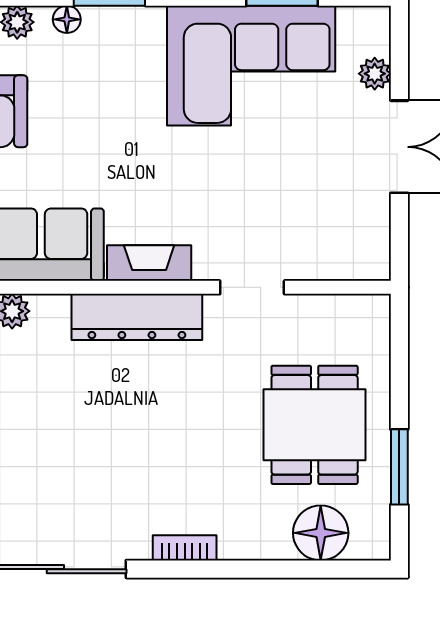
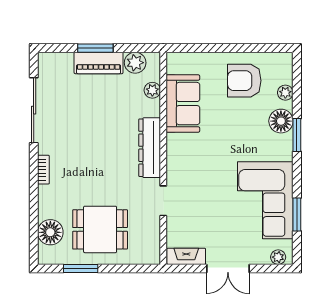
floor lamp: (67, 19) -> (281, 121), width x1.89, depth x1.89
plant: (375, 74) -> (278, 257), moved
fireplace: (149, 263) -> (186, 256), moved, turned -90

